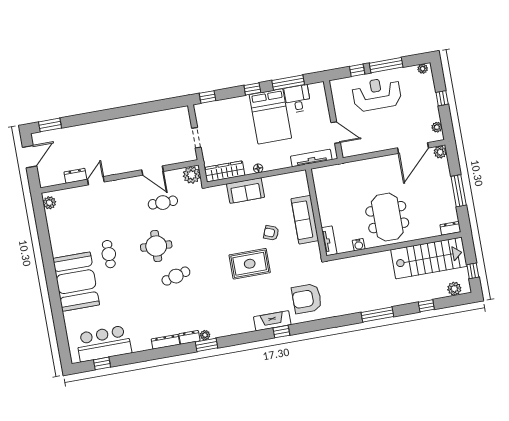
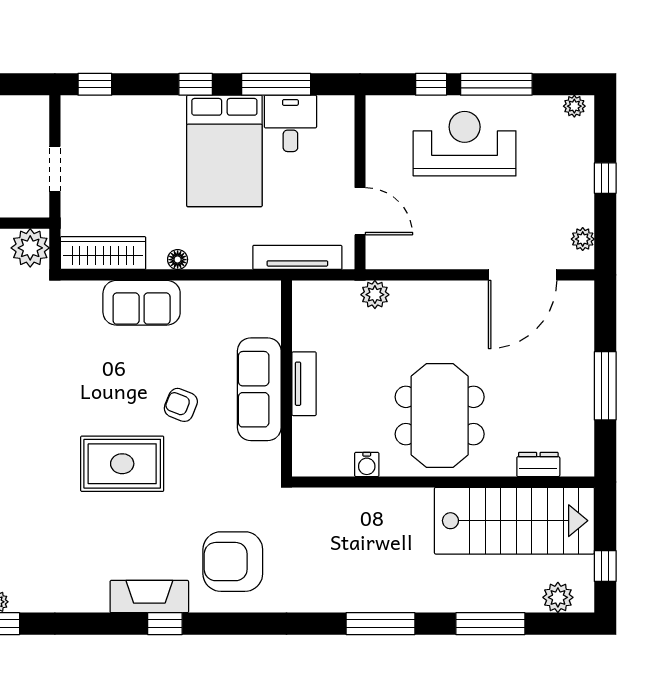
plant: (440, 152) -> (375, 295), moved
dresser: (450, 228) -> (538, 464), moved
tv unit: (329, 241) -> (304, 384), moved
window: (426, 306) -> (490, 624), width x2.17

